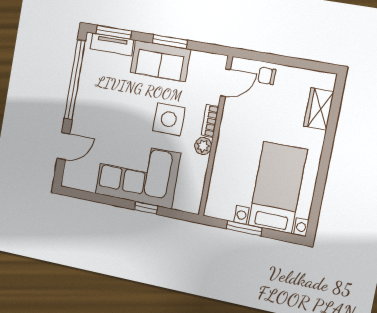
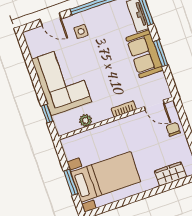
side table: (169, 119) -> (81, 31), moved, width x0.54, depth x0.54
plant: (203, 146) -> (86, 120), moved
window: (146, 208) -> (47, 114), moved
window: (244, 228) -> (71, 182), moved

